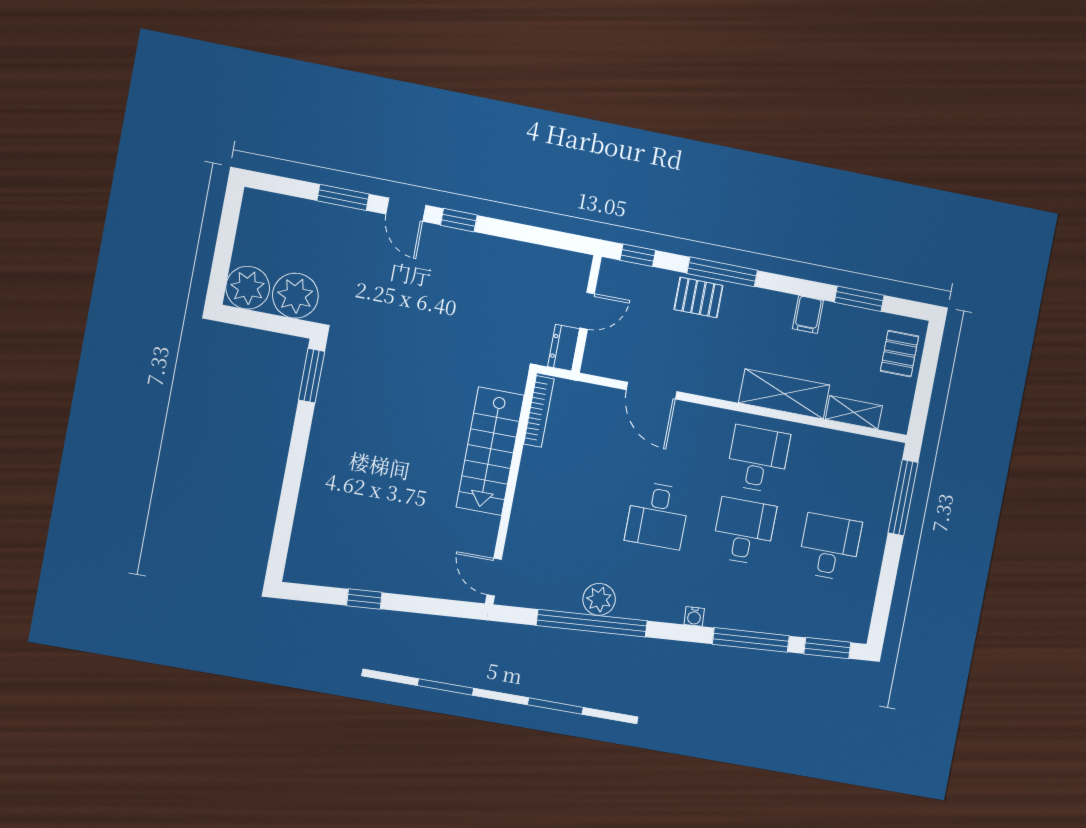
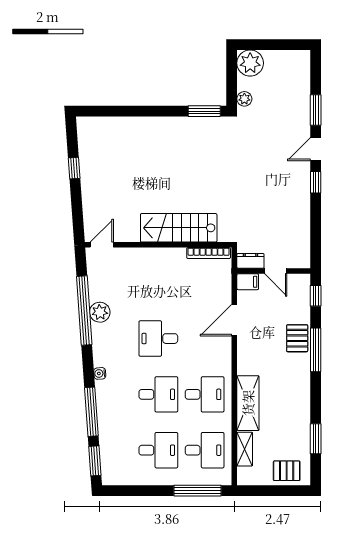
plant: (295, 296) -> (244, 99), width x0.53, depth x0.53
filing cabinet: (808, 315) -> (248, 282), moved, turned 180
desk: (843, 475) -> (205, 450), added

